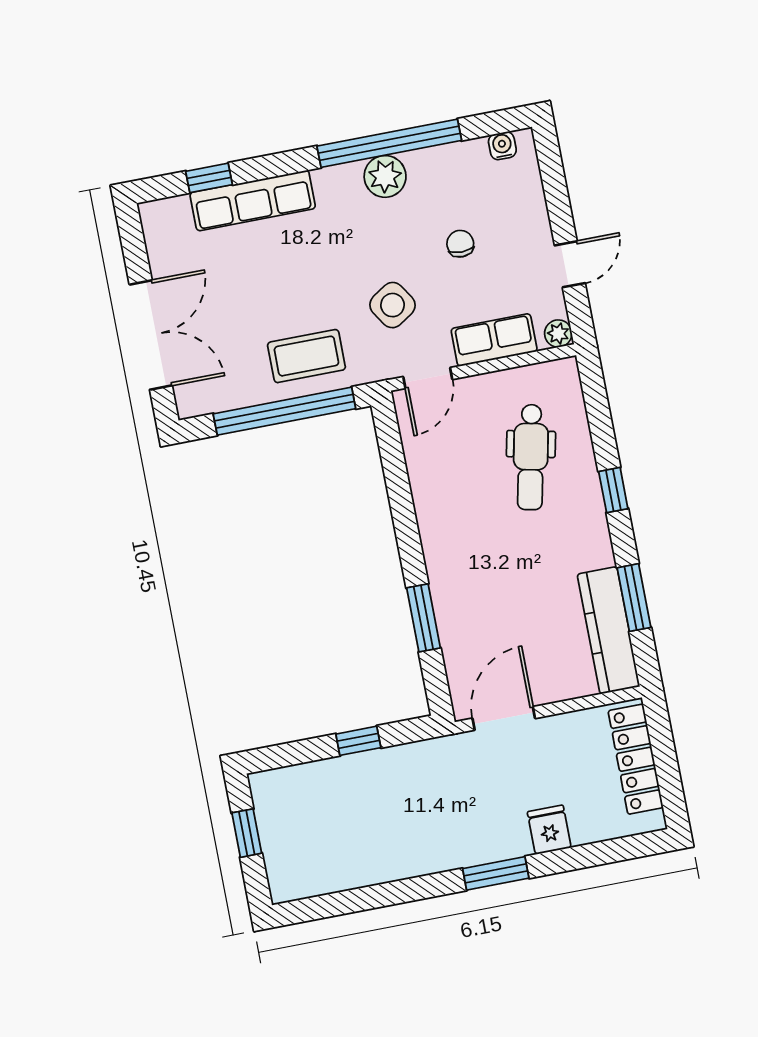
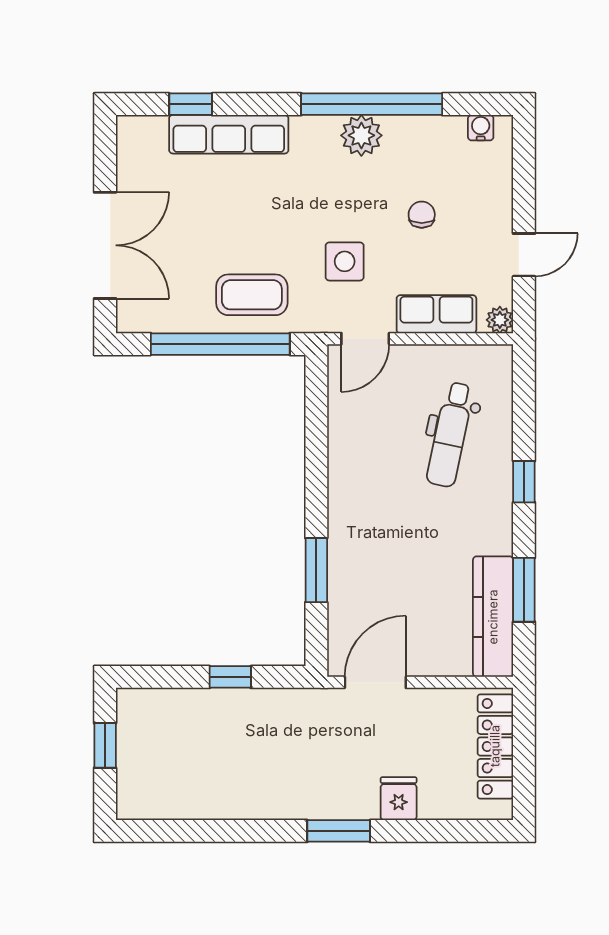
side table: (392, 305) -> (345, 261), turned 33

